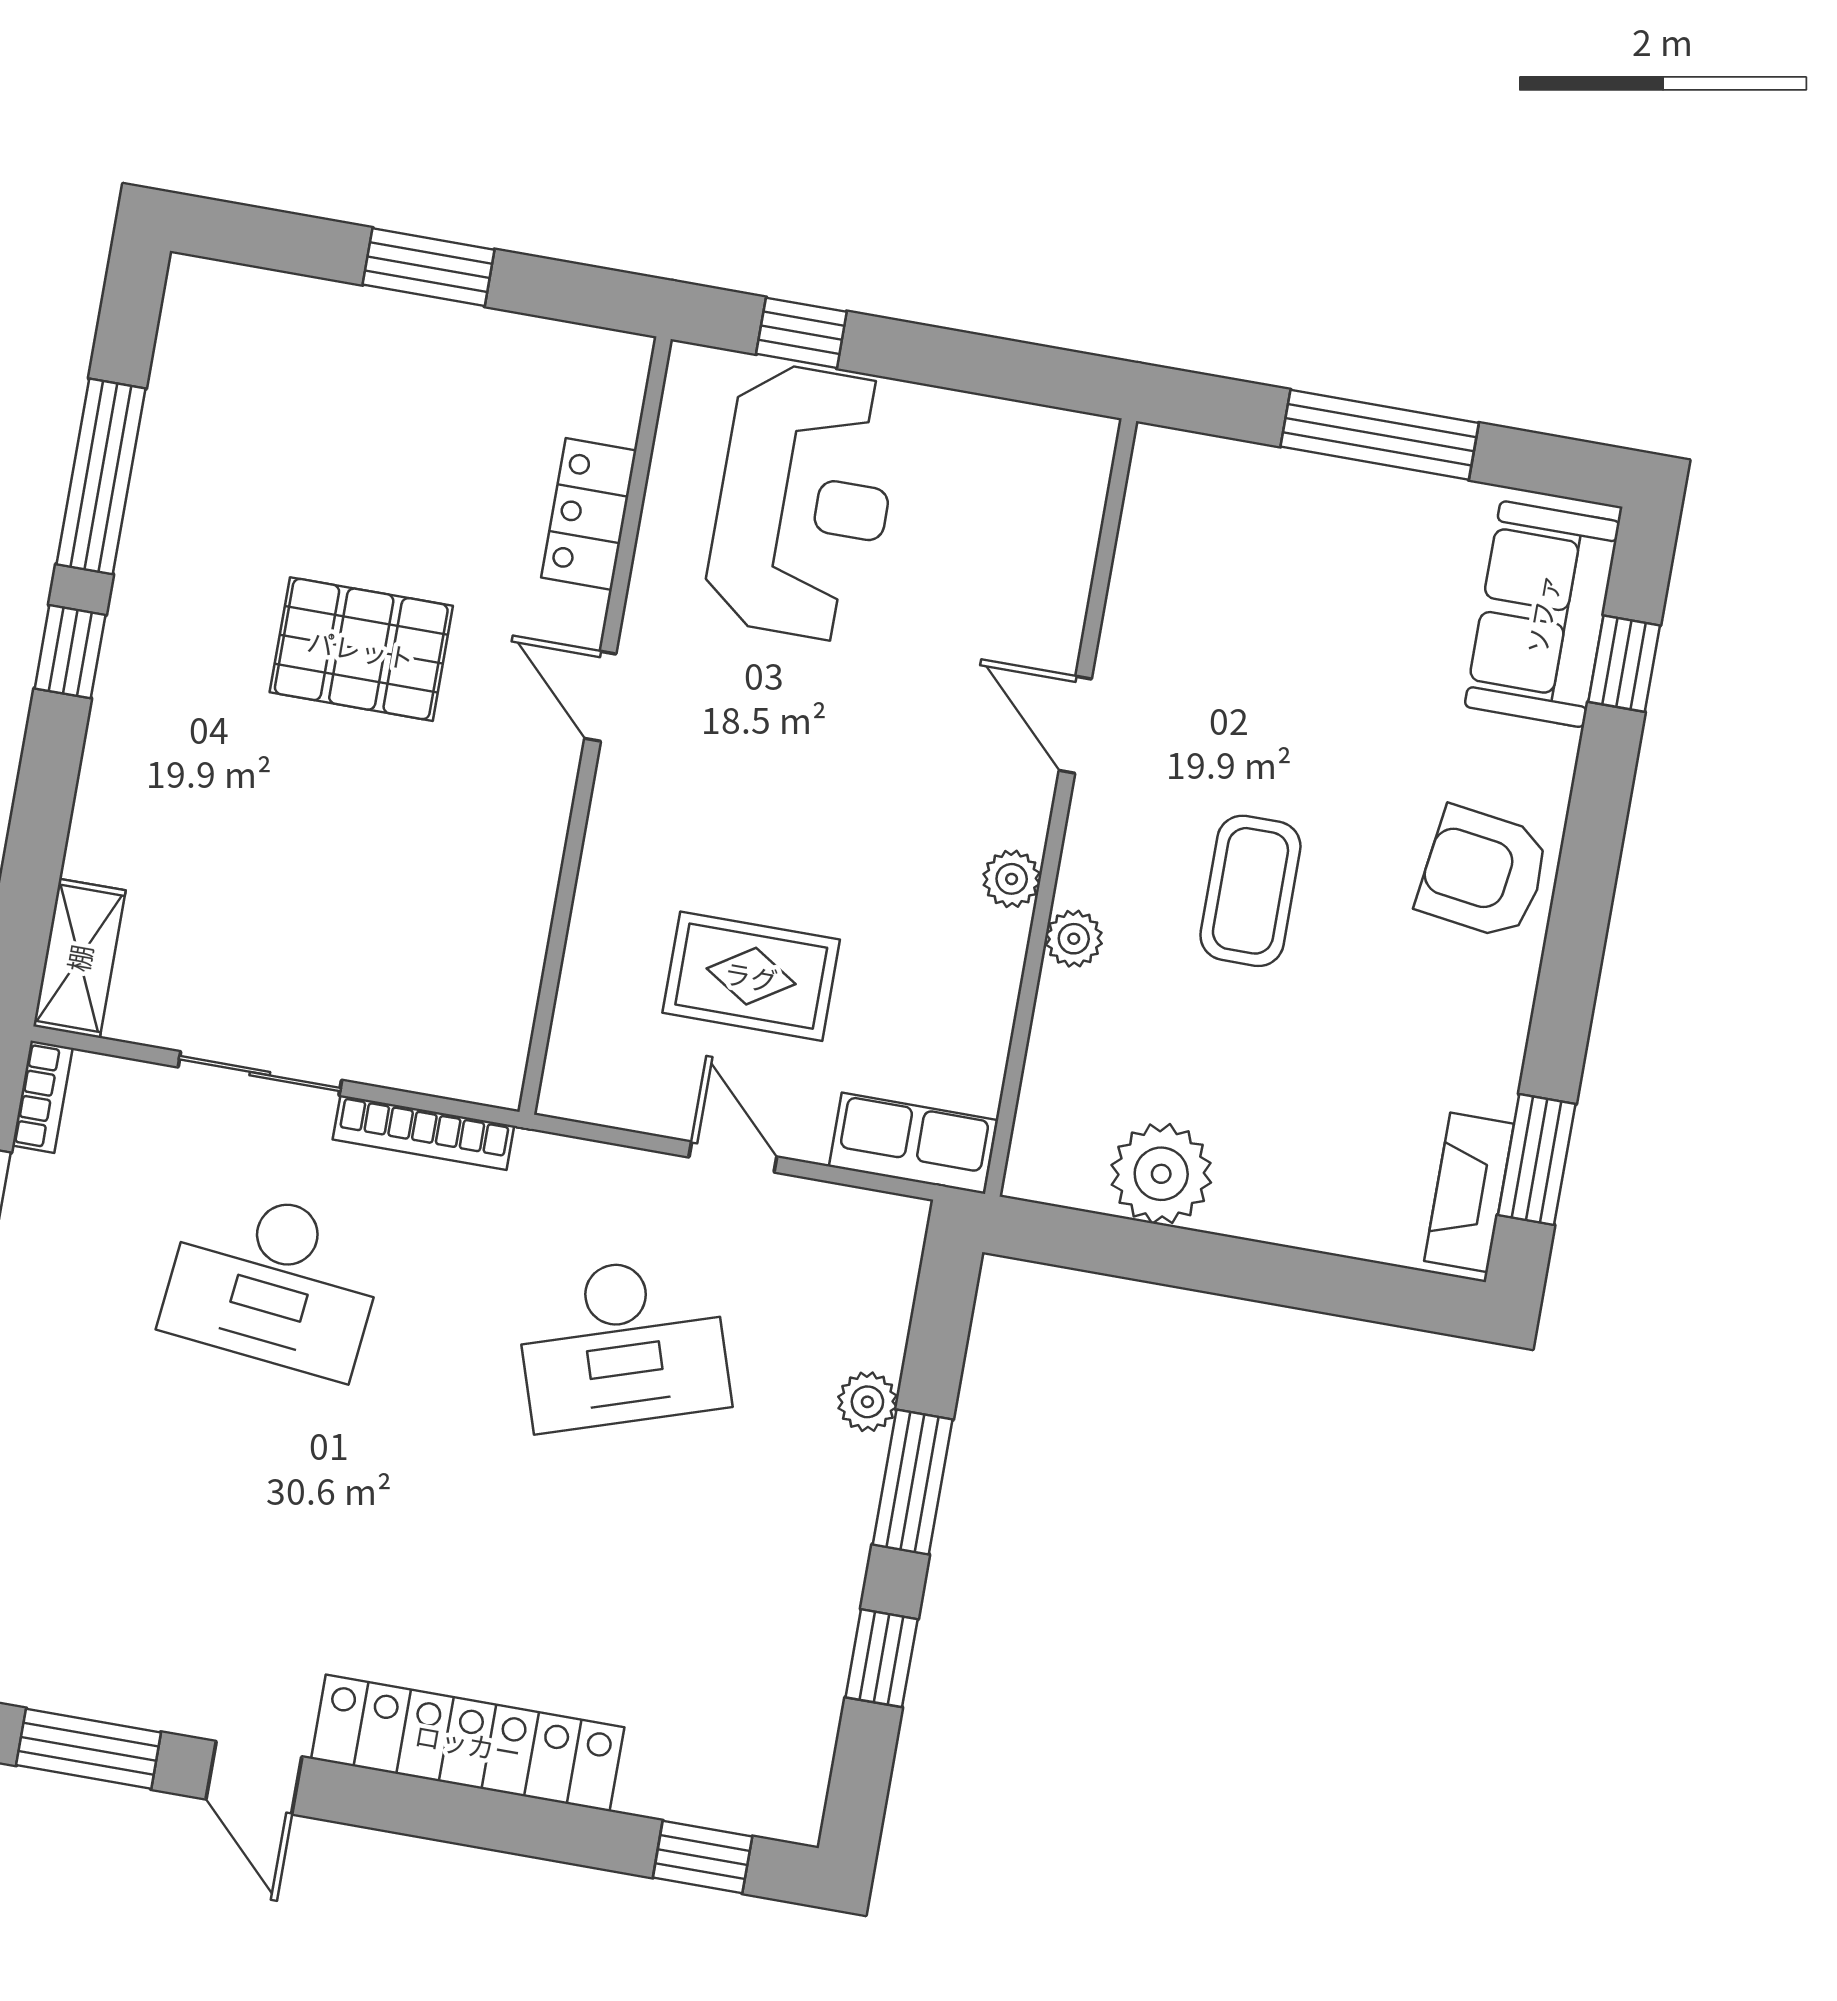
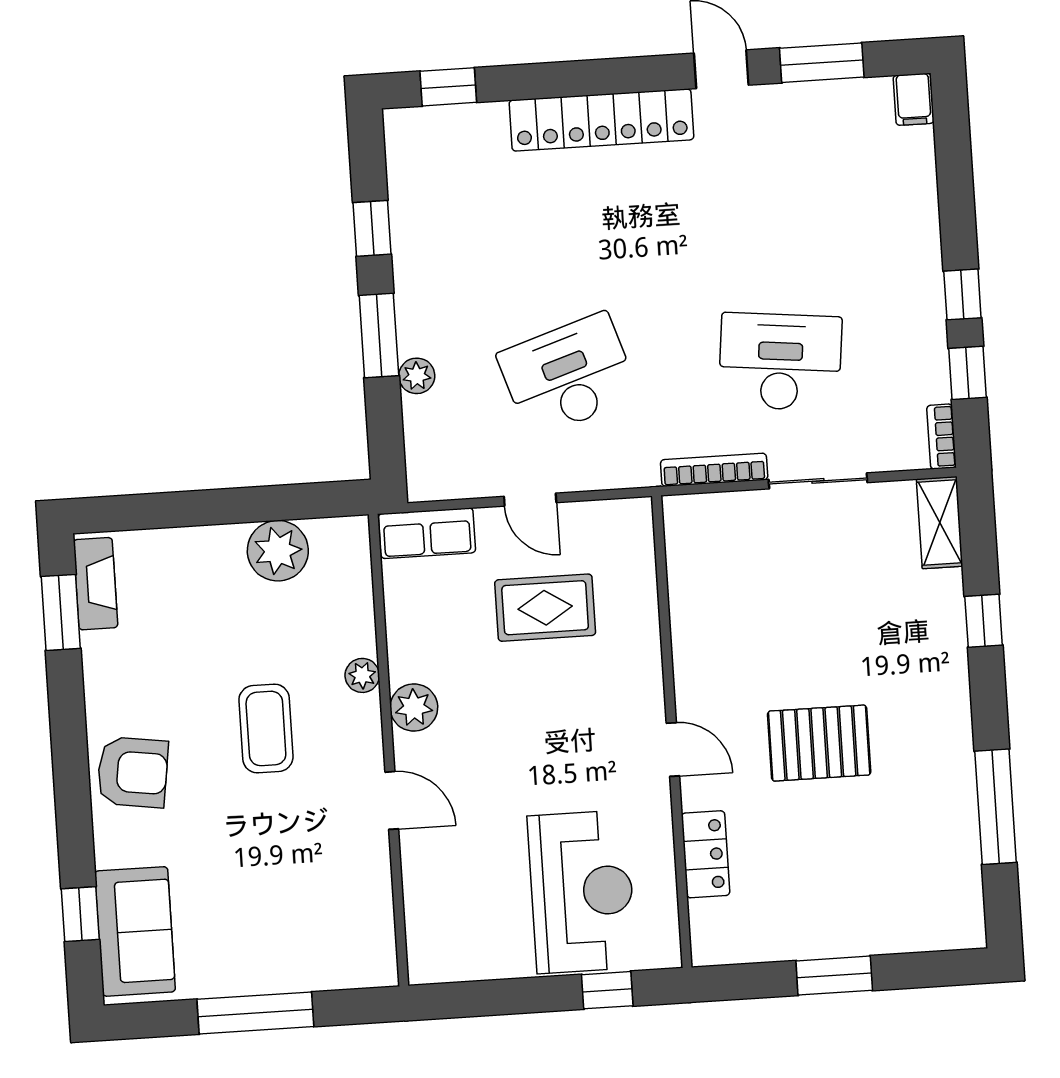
reception desk: (804, 502) -> (582, 892), turned 180
window: (70, 652) -> (984, 621), moved
plant: (1012, 879) -> (414, 707), width x1.38, depth x1.38

